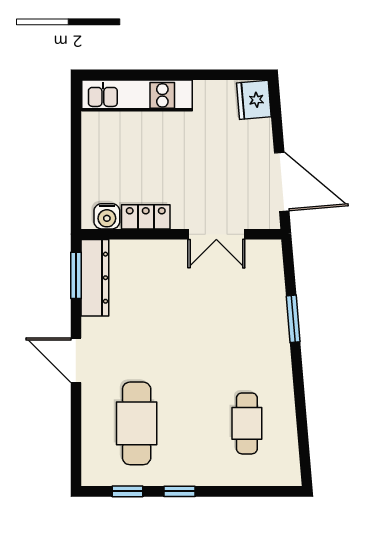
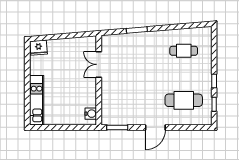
door: (282, 182) -> (75, 35), removed
locker: (146, 217) -> (91, 96), removed
double door: (216, 234) -> (99, 64), swing flipped
dresser: (95, 278) -> (118, 119), removed

